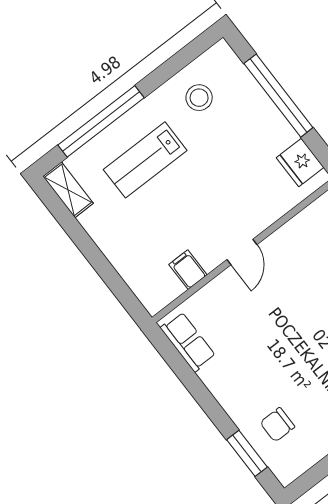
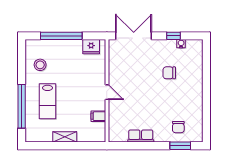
shelving: (68, 190) -> (65, 137), moved
row of seats: (188, 342) -> (141, 136), moved

